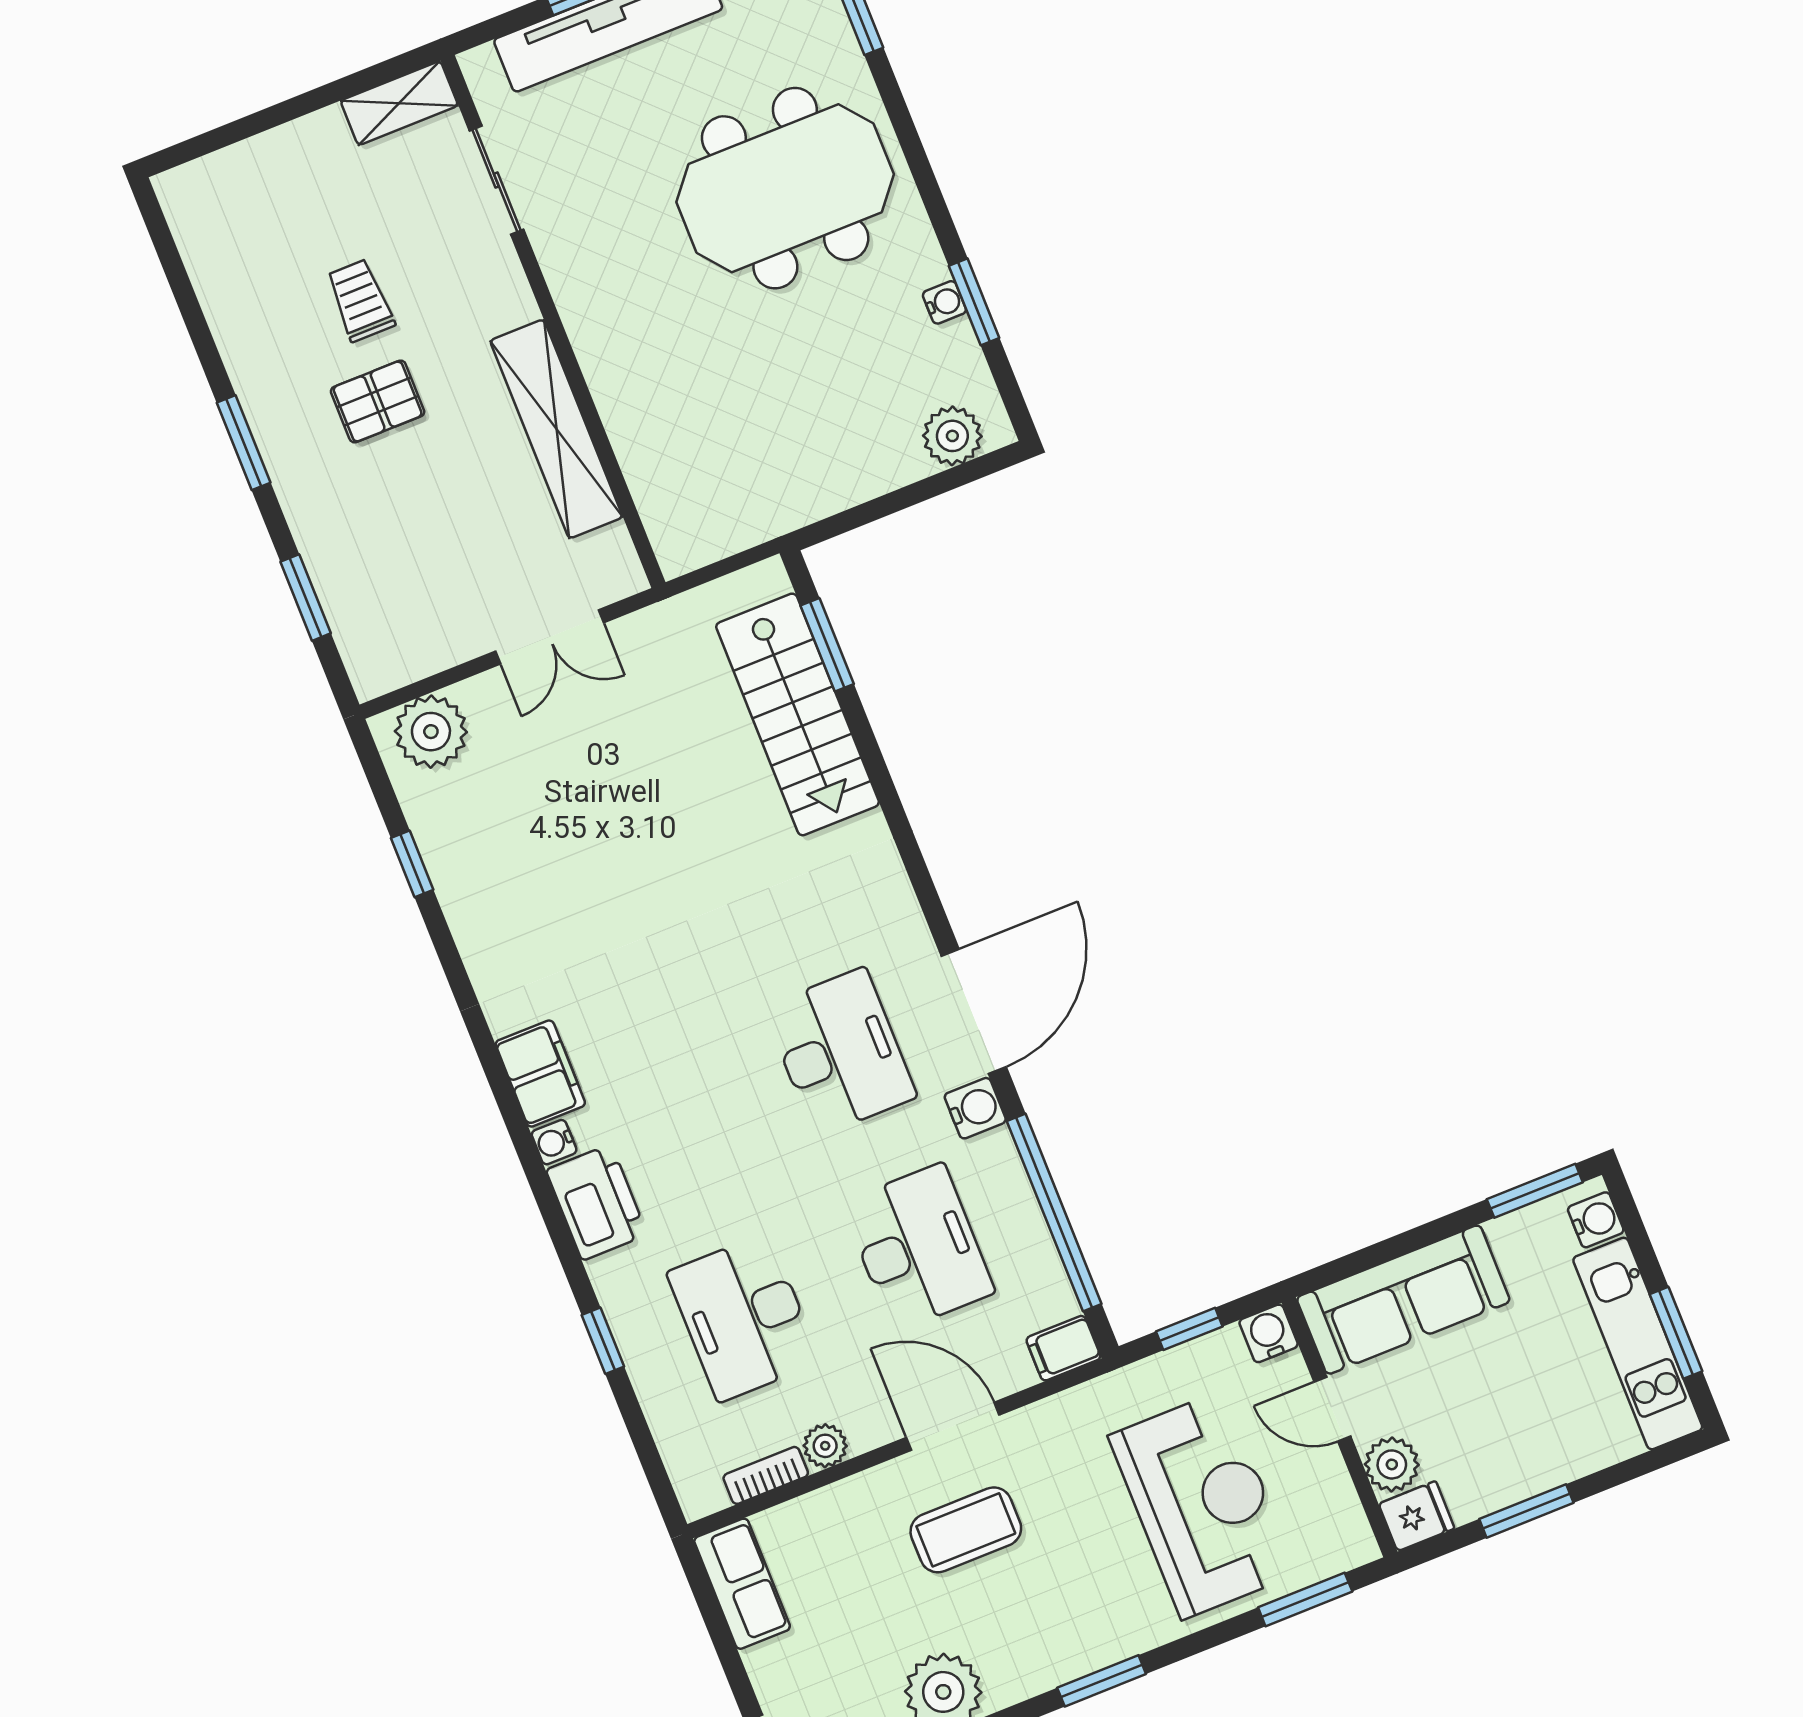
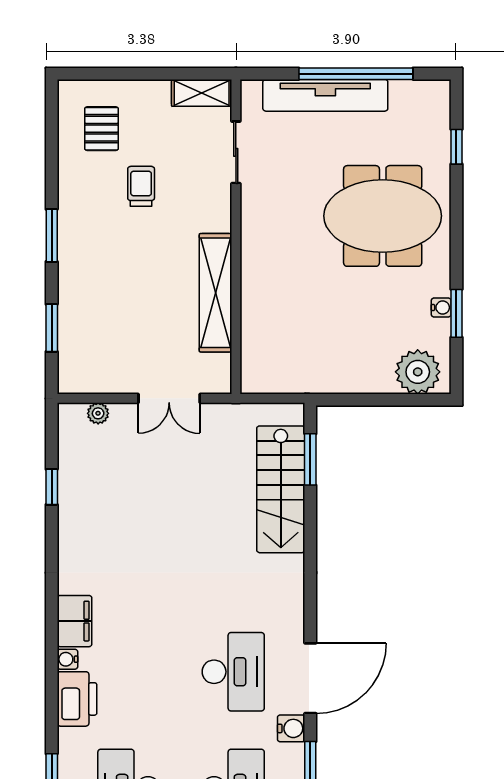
pallet: (378, 401) -> (101, 129), moved, turned 90
plant: (952, 436) -> (418, 372), width x1.36, depth x1.36
plant: (431, 732) -> (98, 413), width x0.53, depth x0.53

